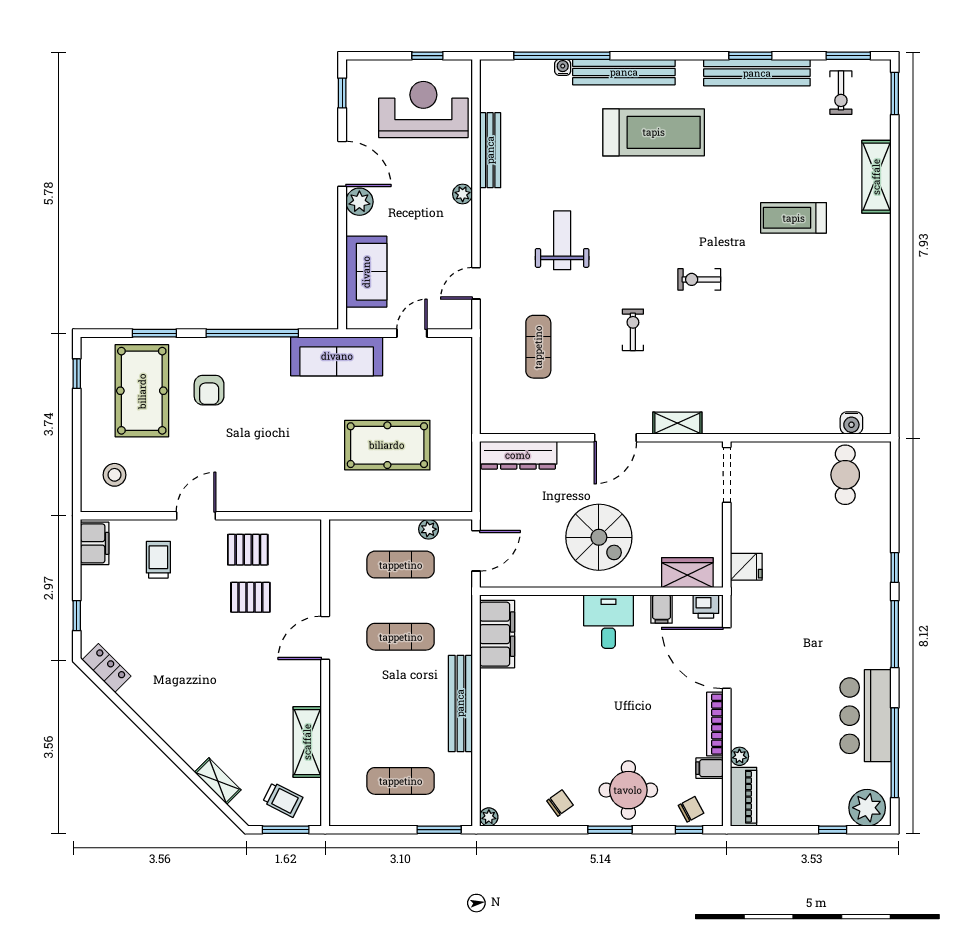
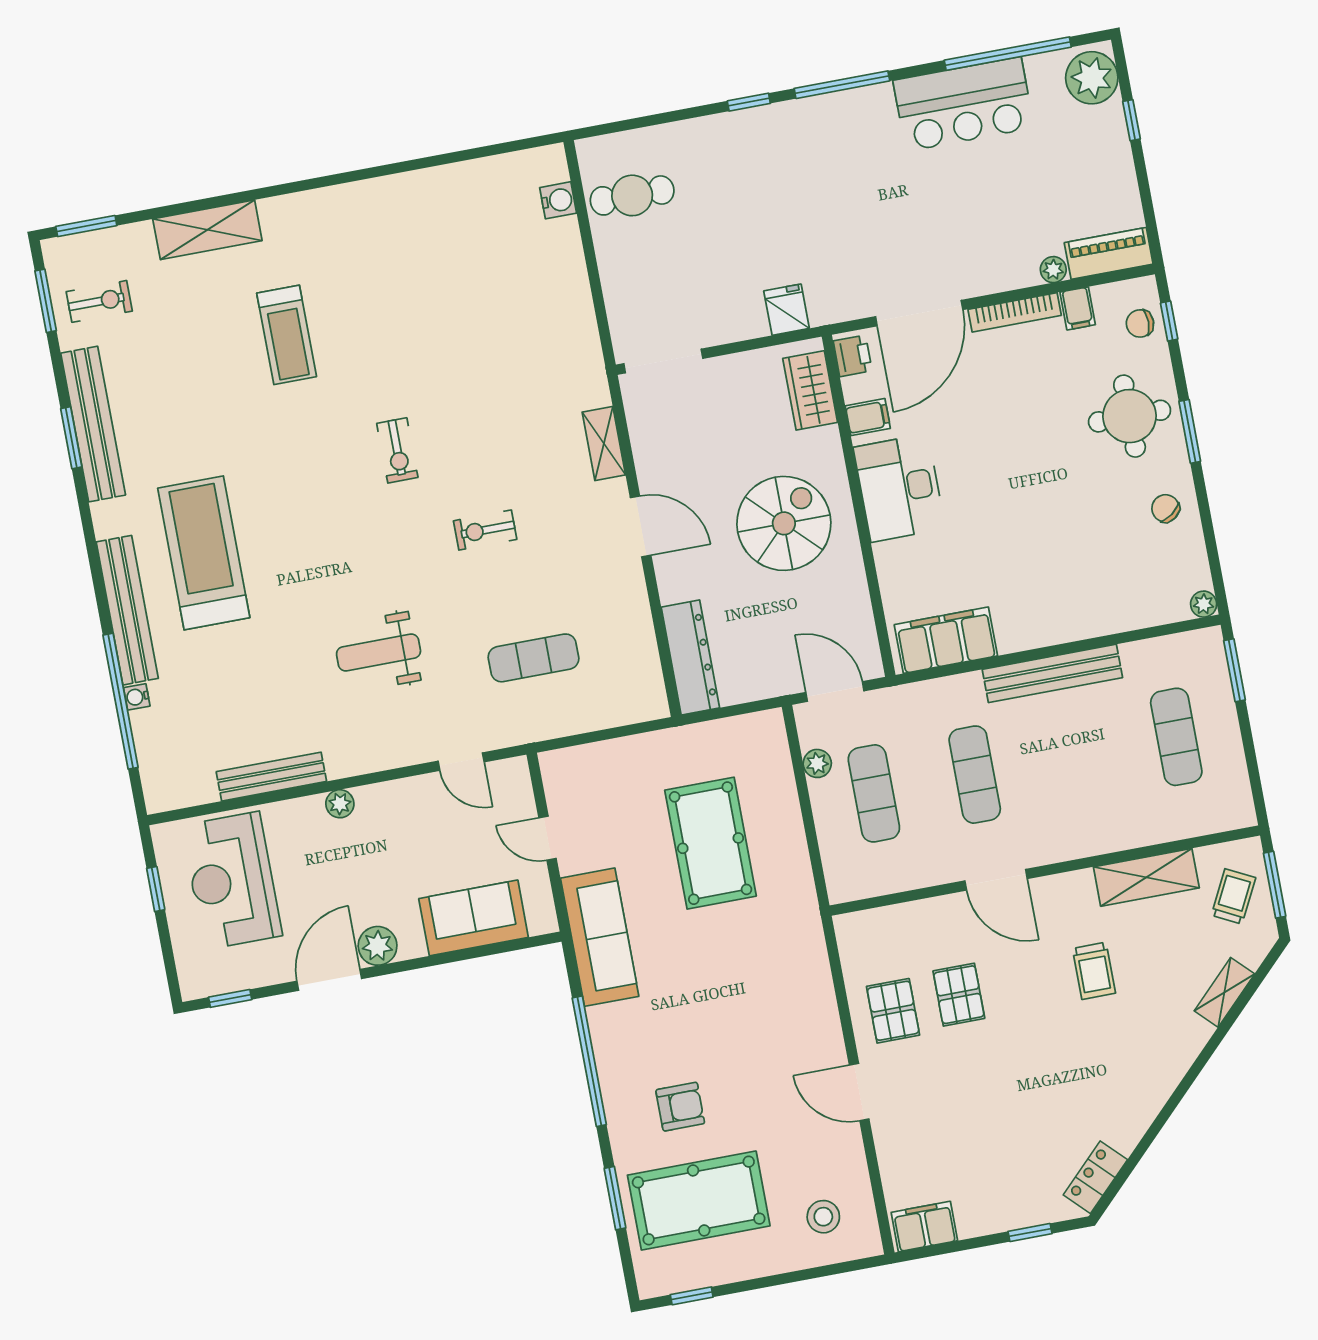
trolley: (158, 560) -> (1094, 971), moved, turned -90
desk: (608, 622) -> (899, 488), width x1.37
chair: (691, 809) -> (1140, 323), turned -62

